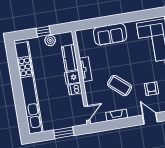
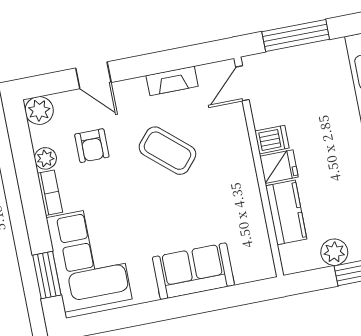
tv unit: (86, 69) -> (249, 187), removed
window: (64, 133) -> (296, 35), width x1.44

